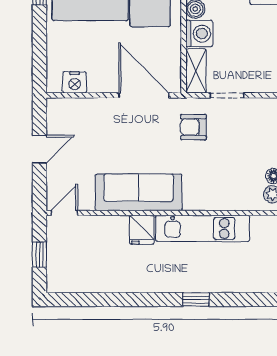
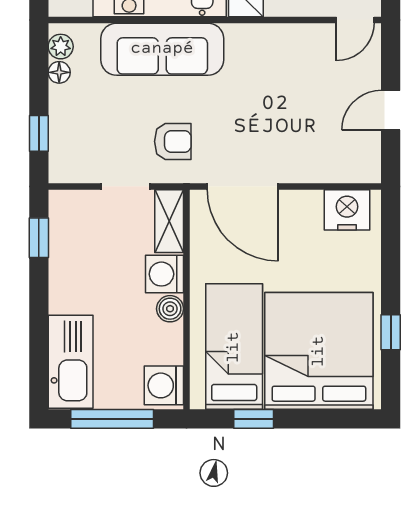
nightstand: (75, 82) -> (347, 210), width x1.36, depth x1.33
sofa: (139, 192) -> (162, 49), moved

